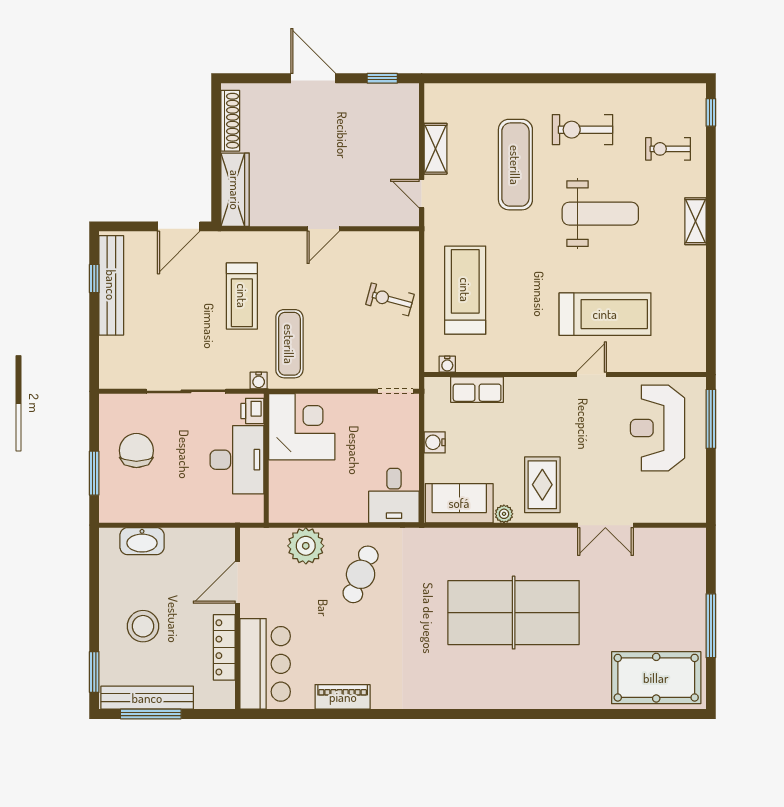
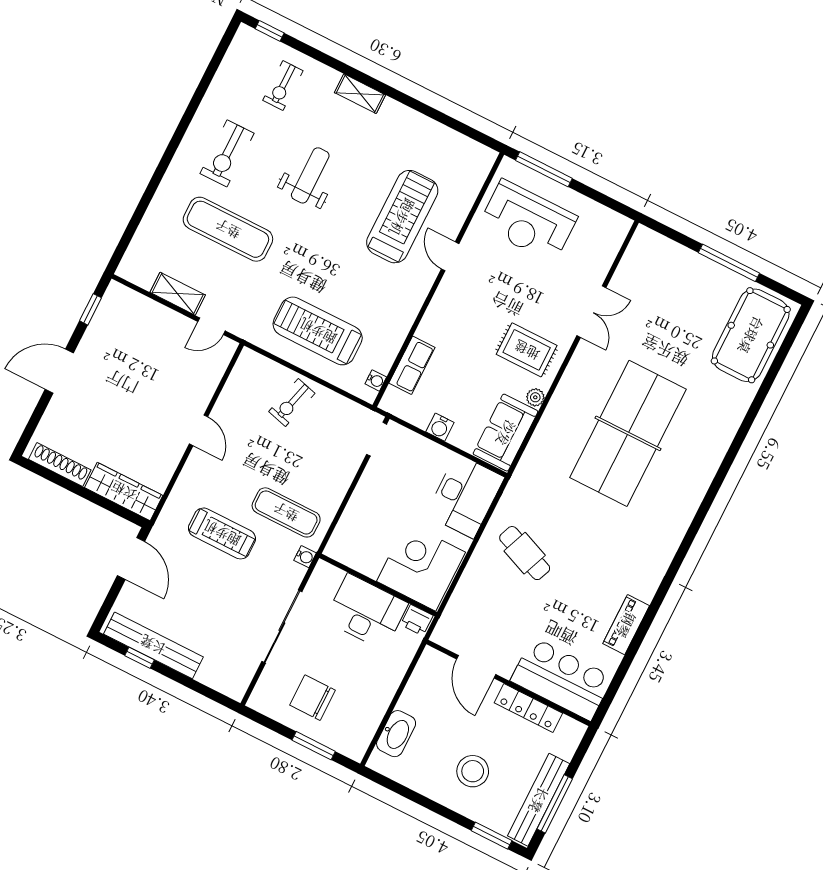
weight bench: (600, 214) -> (310, 175), width x0.73, depth x0.75
printer: (252, 411) -> (417, 620), moved
corner desk: (302, 427) -> (421, 567), moved
desk: (394, 496) -> (465, 496), width x1.37
plant: (306, 546) -> (474, 589), removed

